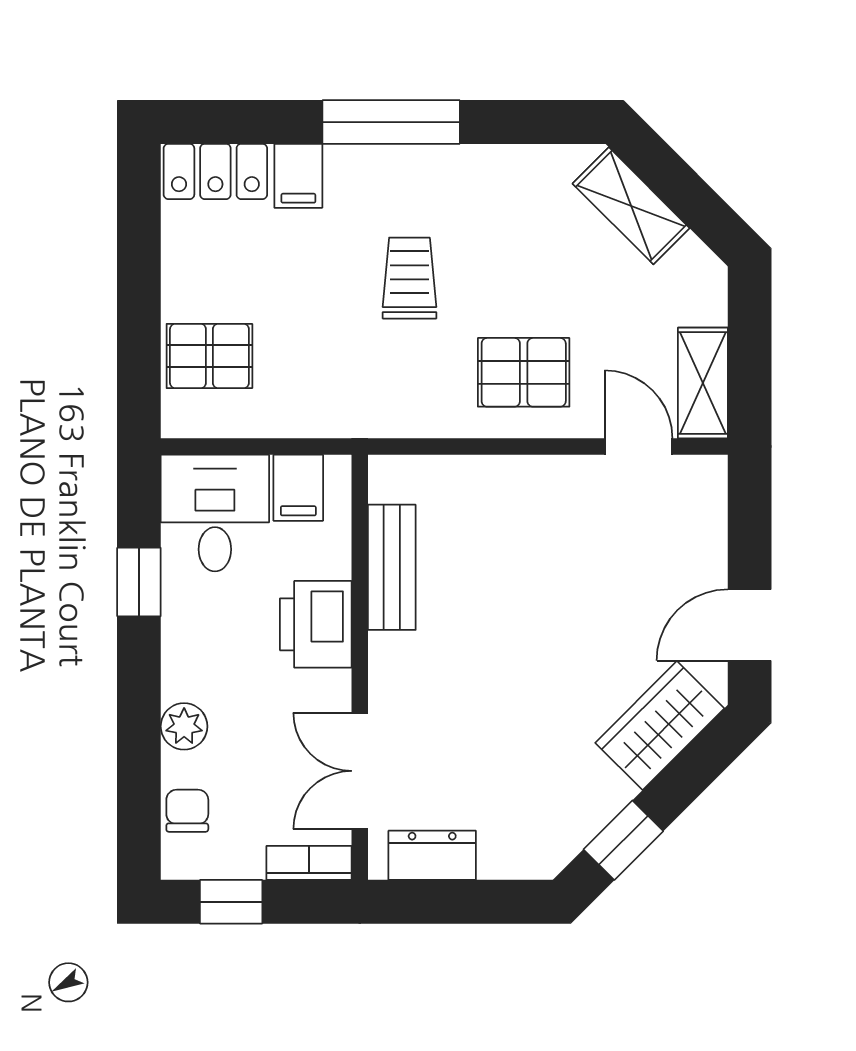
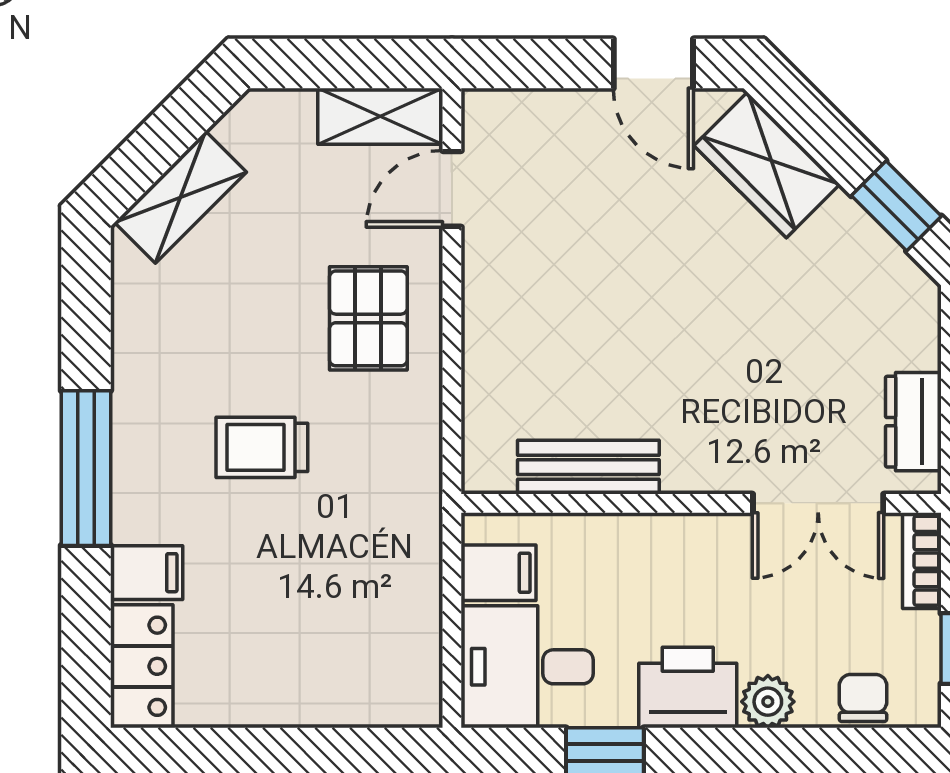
pallet: (209, 356) -> (350, 673), removed
printer: (316, 624) -> (688, 688), moved, turned 180
chair: (187, 811) -> (863, 698), turned 90

